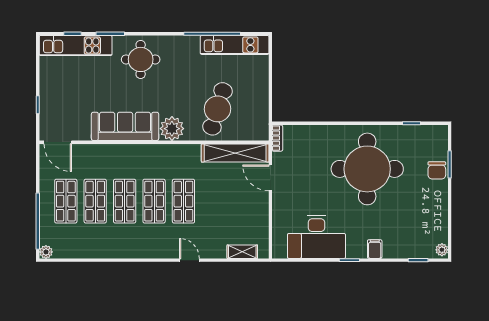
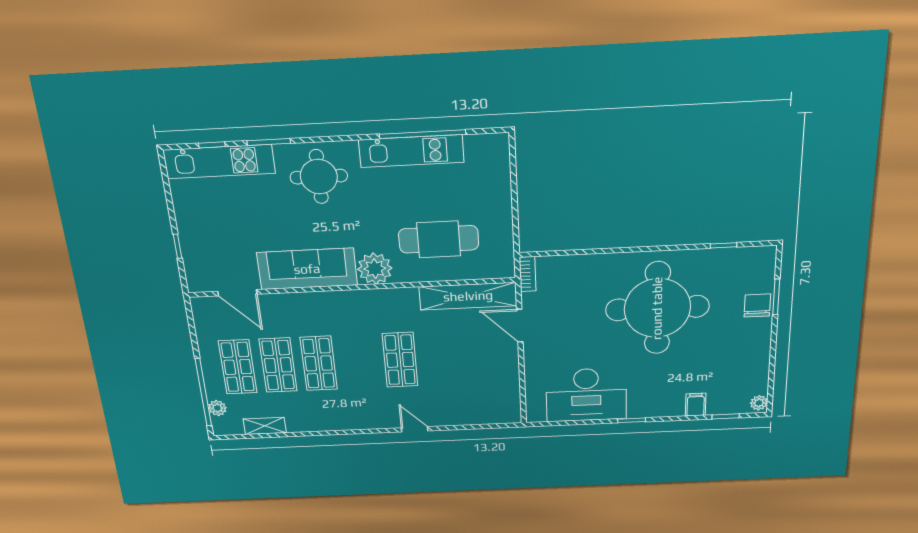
kitchen unit: (235, 45) -> (411, 151), moved
cafe table: (218, 109) -> (439, 239), turned 73
door: (58, 142) -> (237, 293), moved
chair: (437, 170) -> (757, 305), turned 180
shop shelf: (154, 201) -> (359, 362), removed
filing cabinet: (375, 249) -> (696, 405), moved
plant: (46, 252) -> (217, 408), moved
shelving: (242, 252) -> (265, 426), moved

